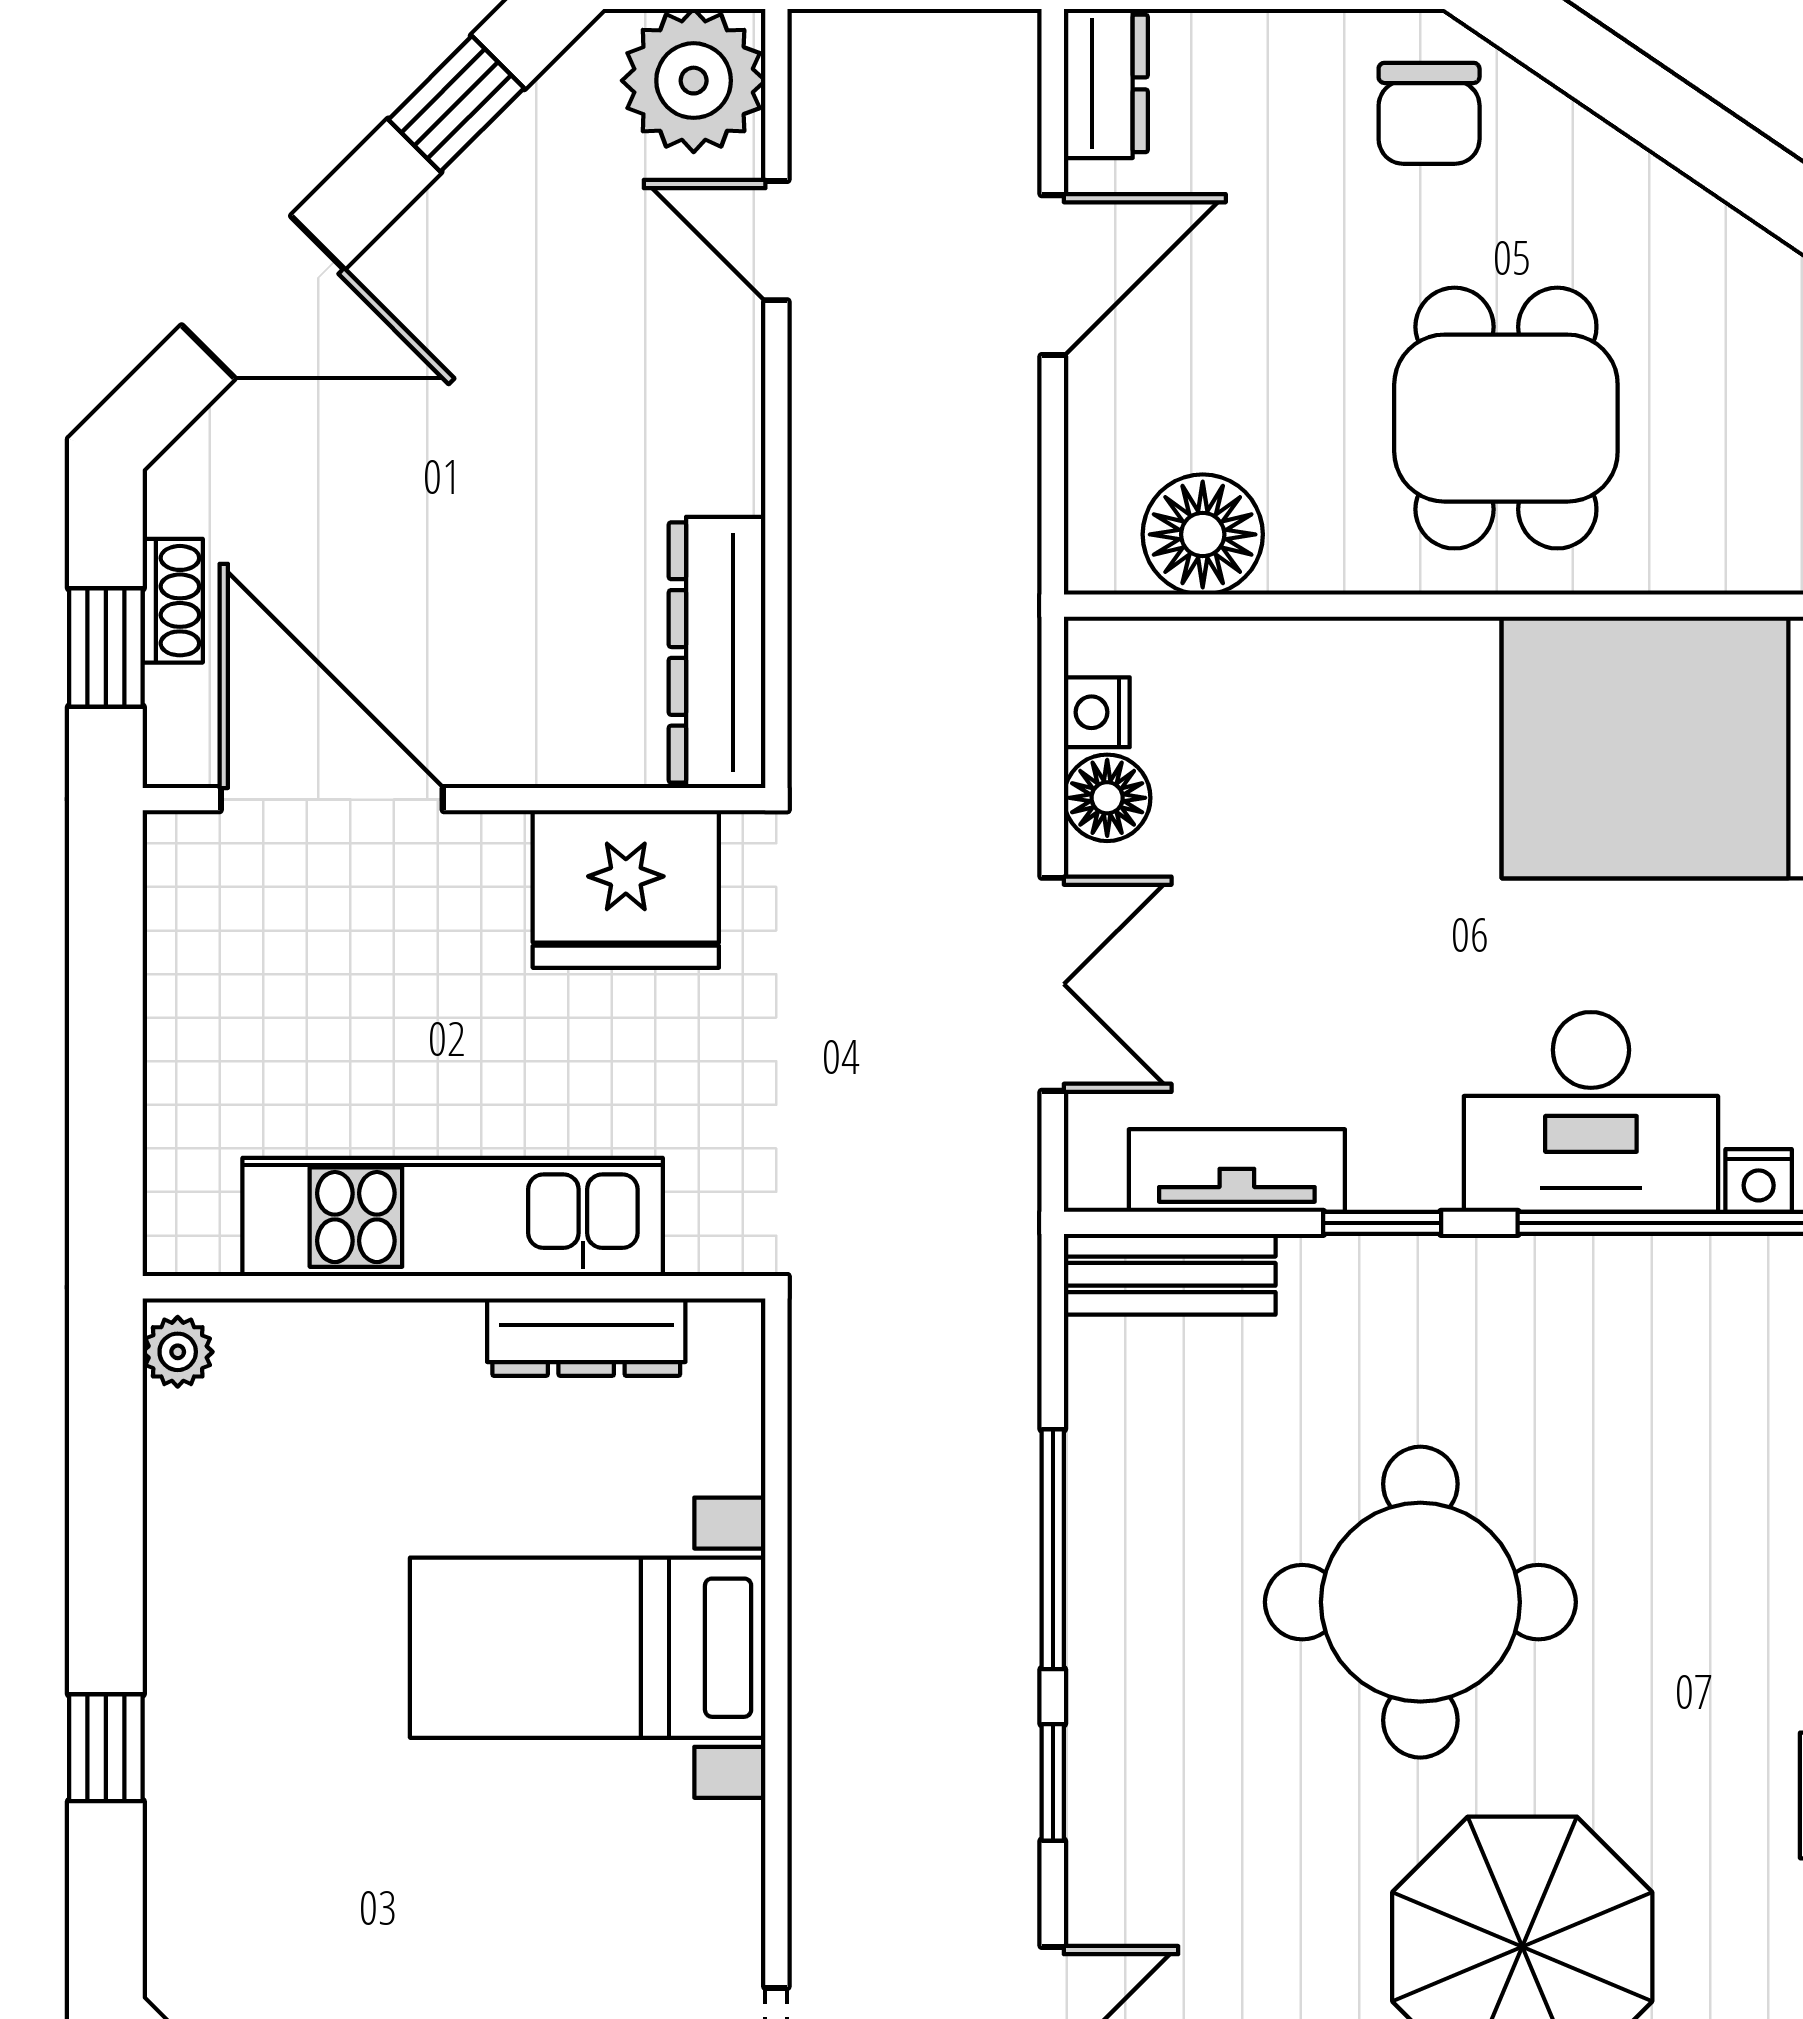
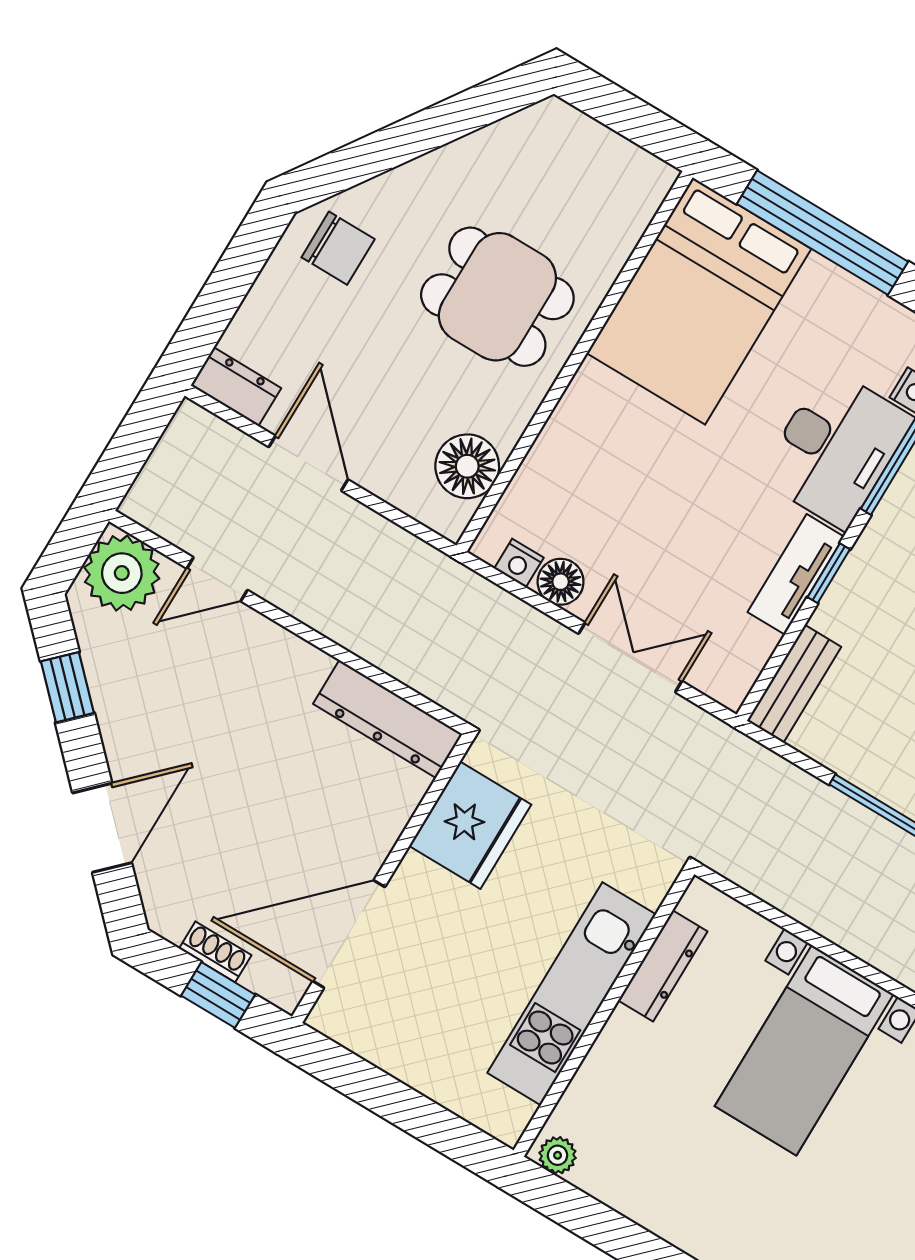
tv unit: (1237, 1171) -> (796, 574), moved

